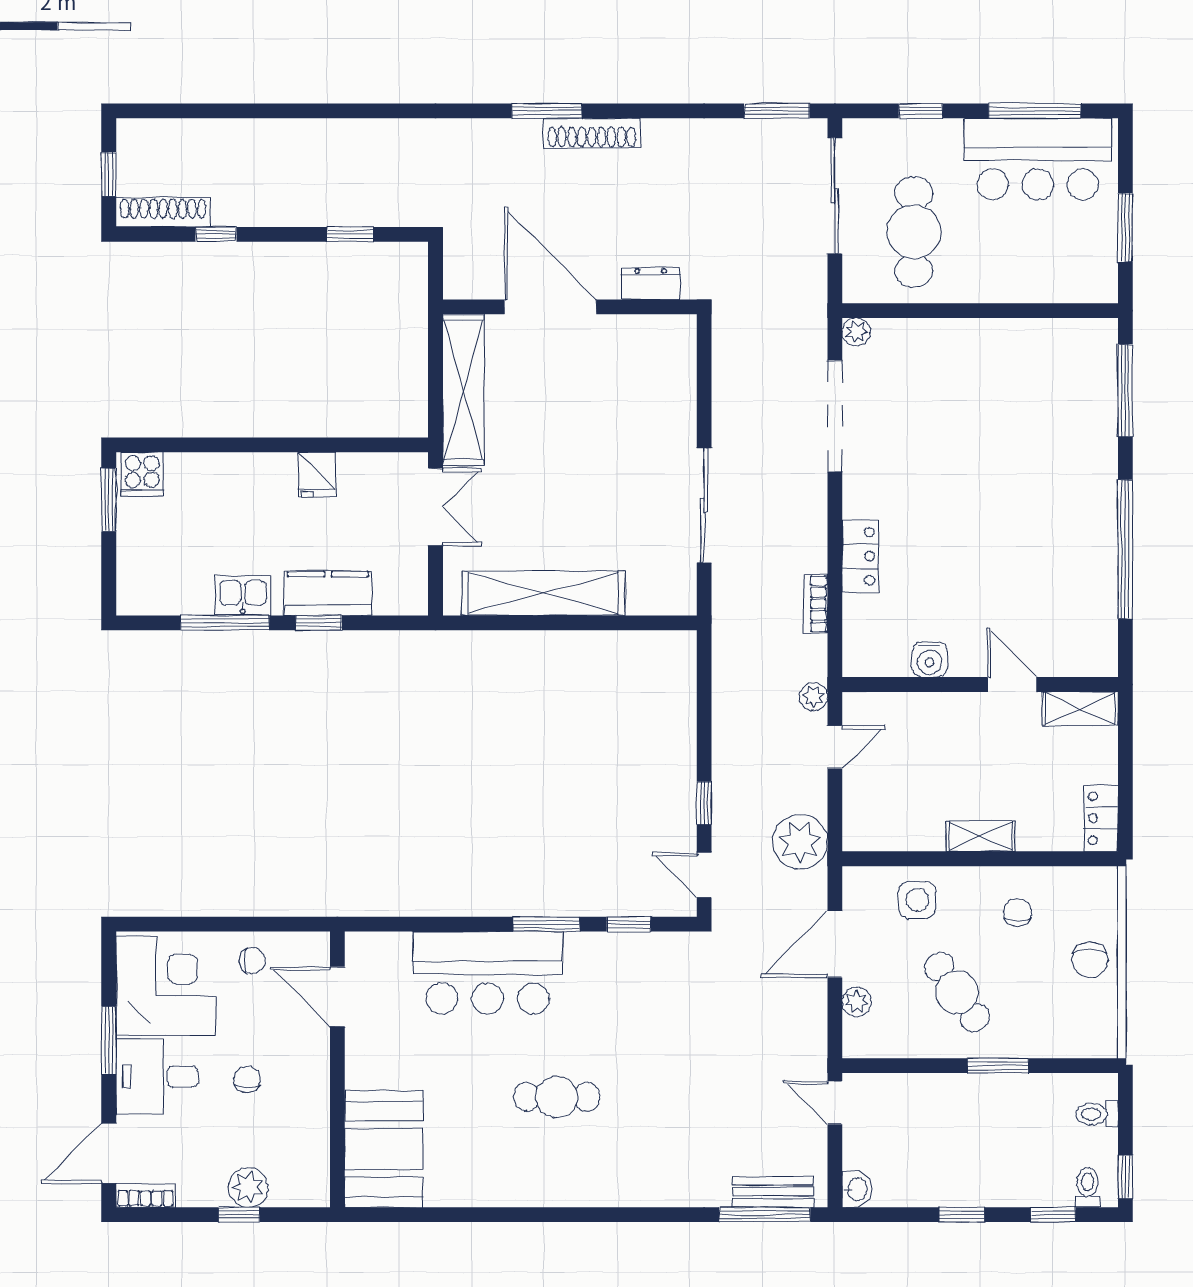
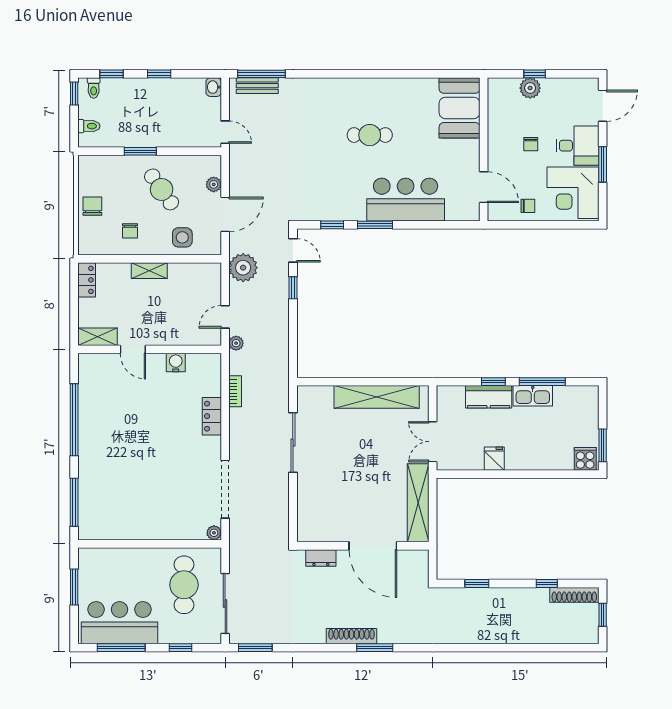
kitchen sink: (243, 596) -> (533, 396), width x1.38
chair: (252, 961) -> (528, 206), turned 180
bookcase: (145, 1195) -> (583, 84), removed

